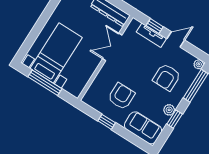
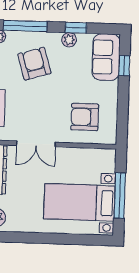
armchair: (167, 77) -> (34, 64), turned -107
armchair: (121, 96) -> (85, 117), moved
window: (107, 122) -> (124, 66), moved

